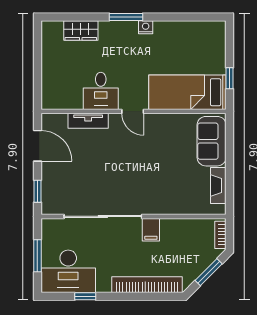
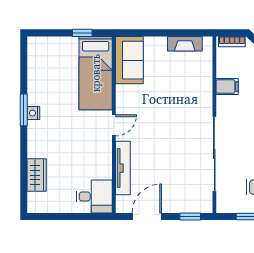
window: (126, 17) -> (24, 110), moved
desk: (101, 91) -> (94, 196), moved
tv unit: (88, 121) -> (123, 168), width x1.41
sofa: (212, 141) -> (129, 60), moved, turned -90
filing cabinet: (151, 230) -> (227, 86), moved

